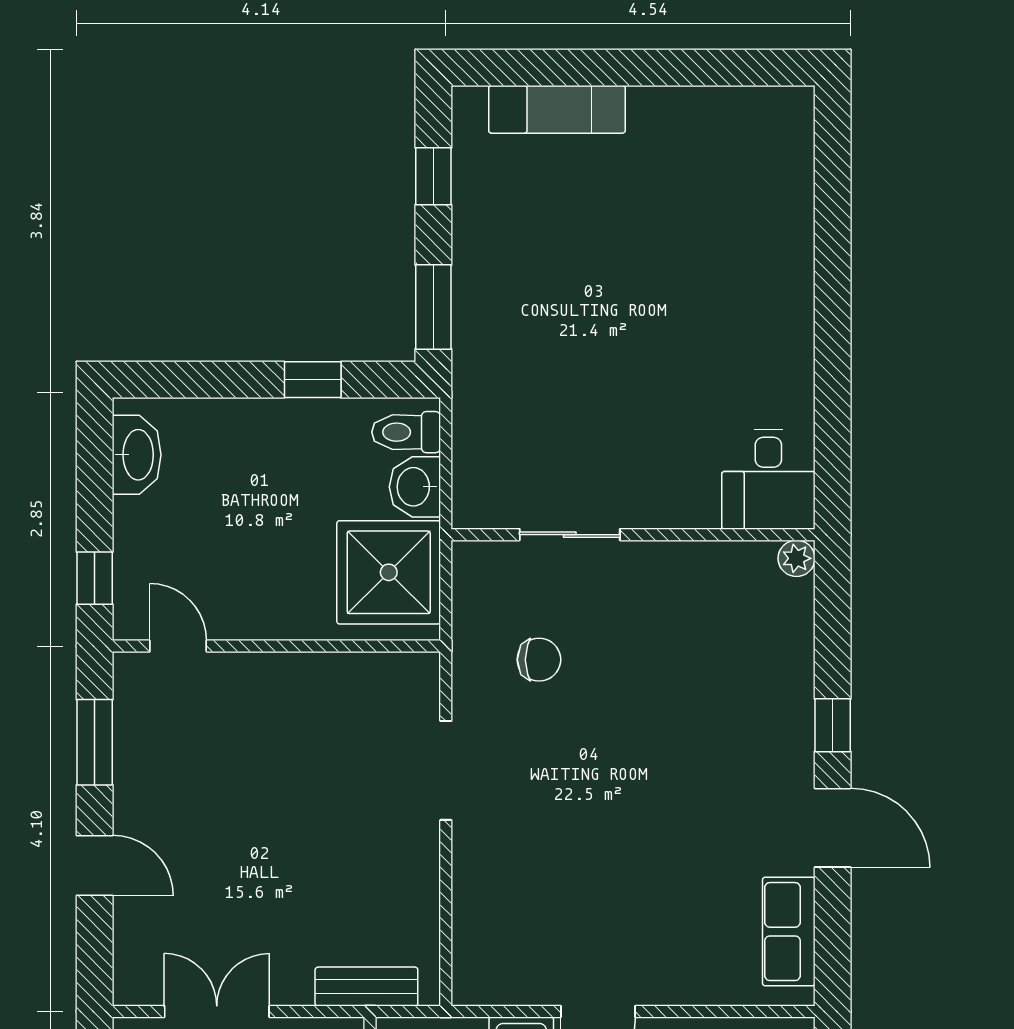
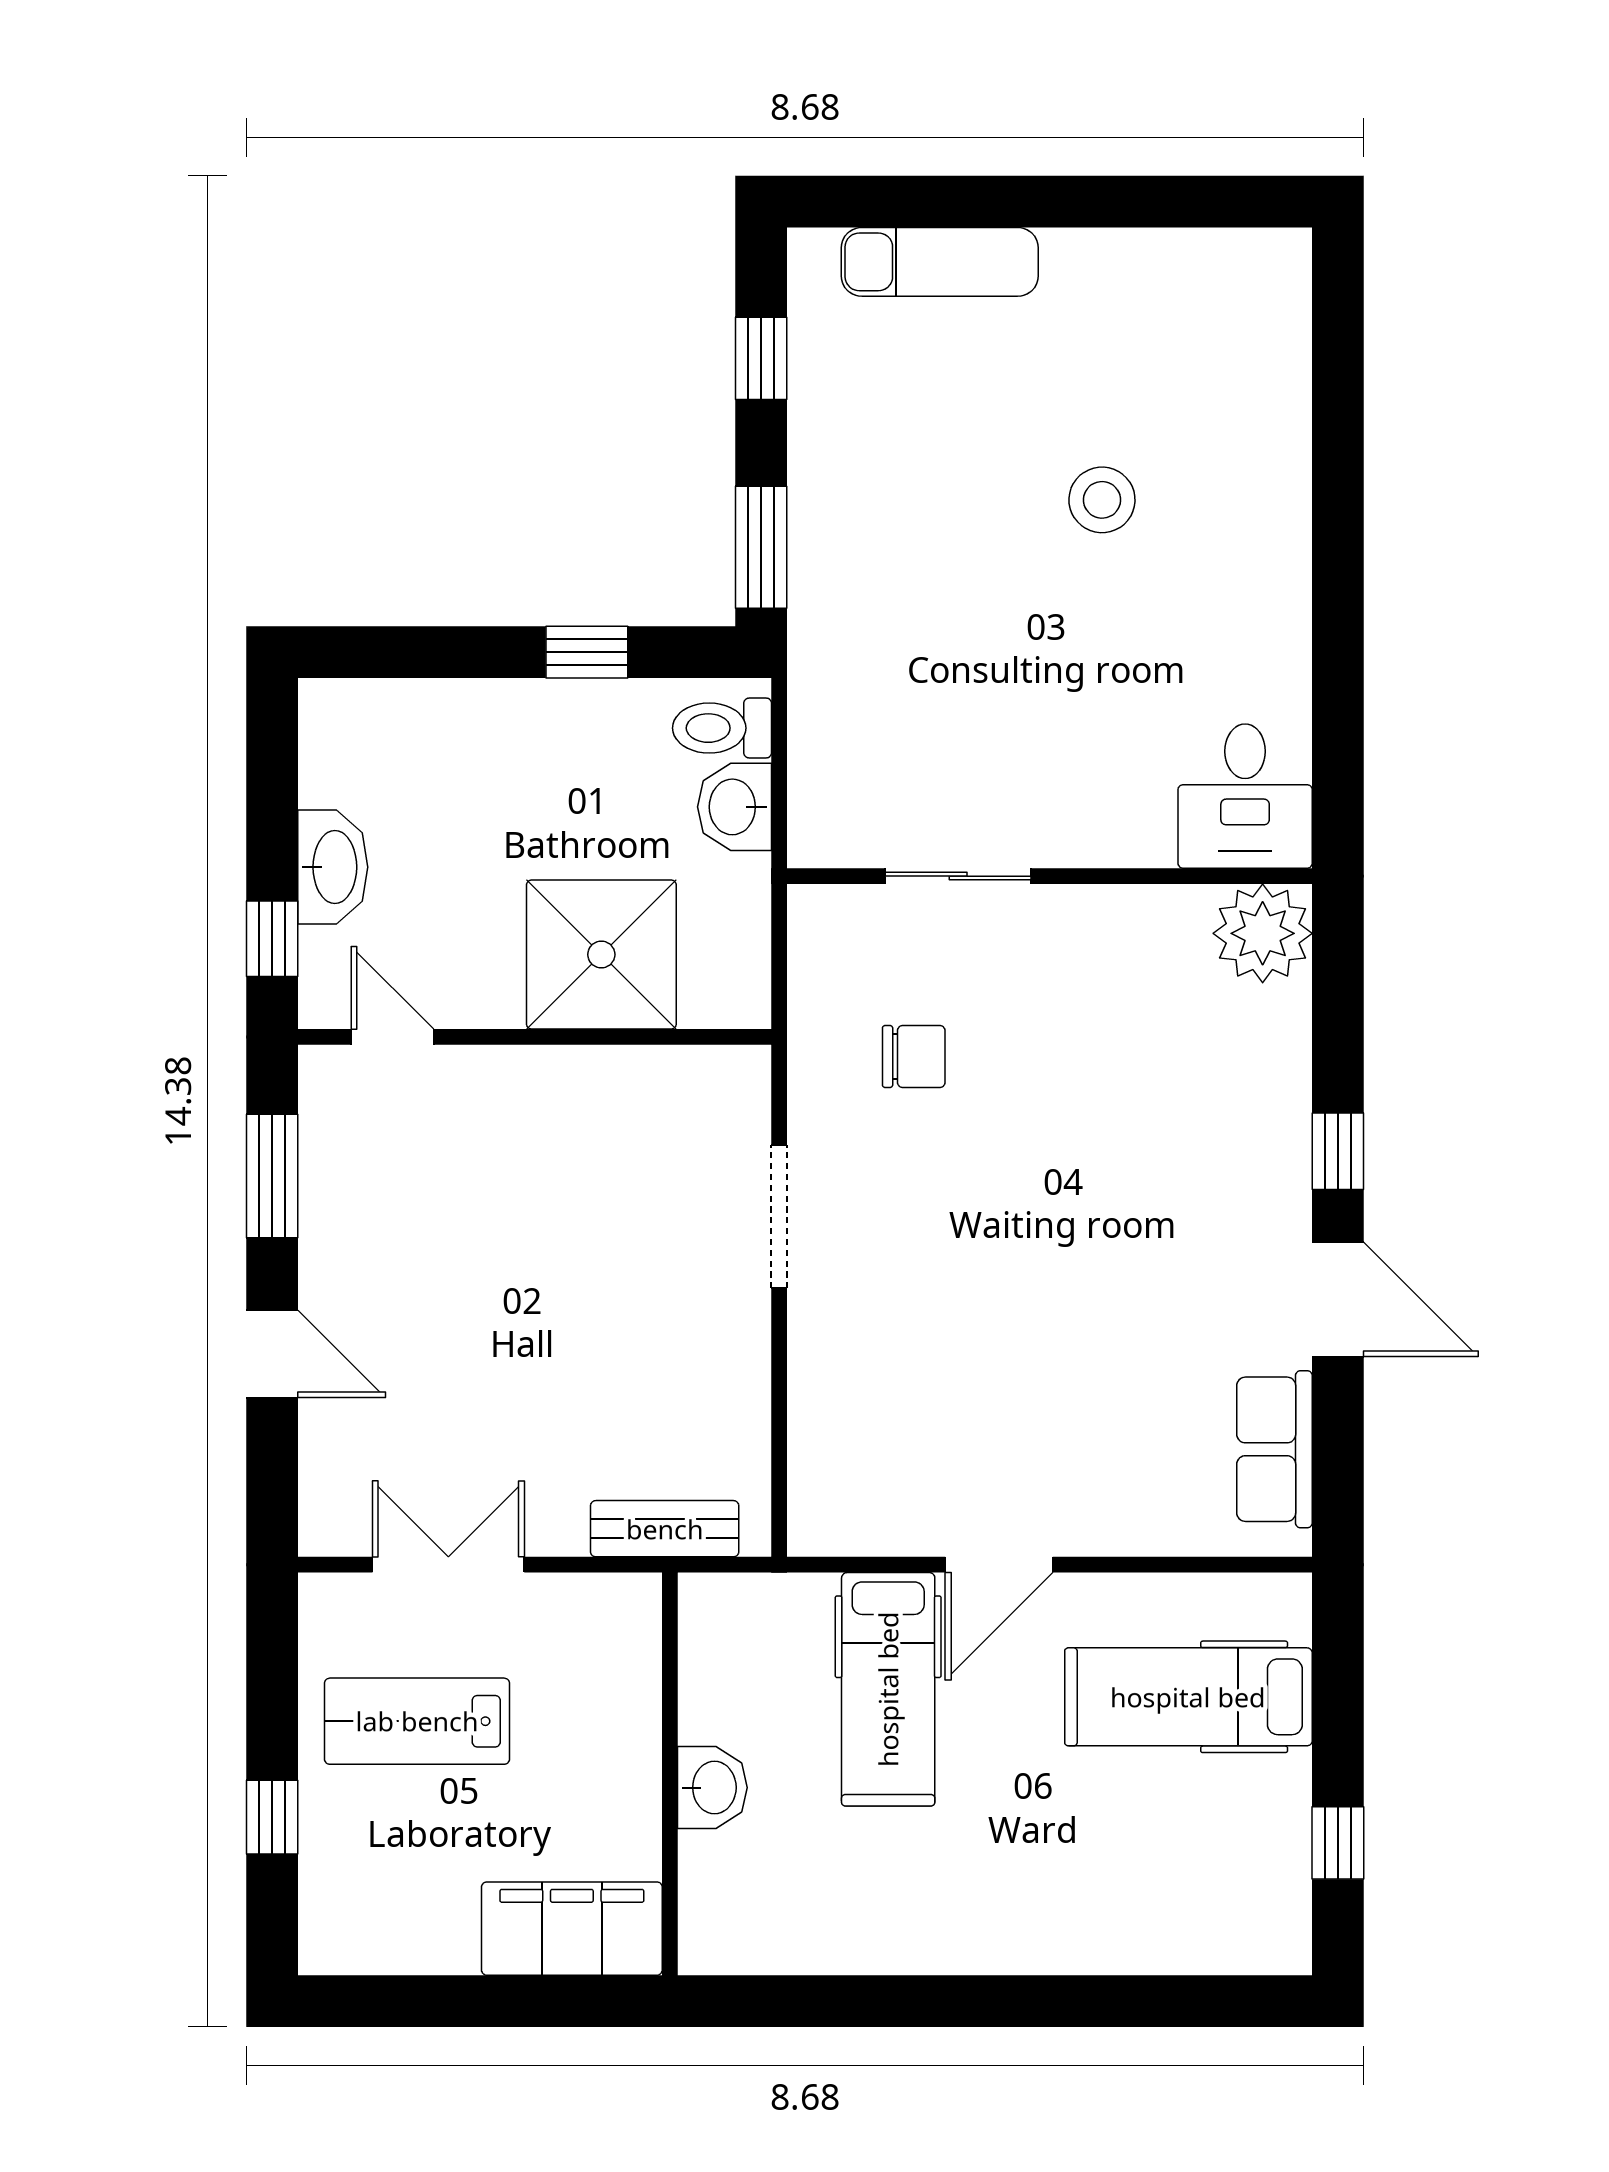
stool: (669, 274) -> (1102, 500), added
washbasin: (137, 455) -> (333, 867), moved
plant: (796, 558) -> (1263, 933), width x1.87, depth x1.87
shower: (389, 572) -> (601, 955), moved

